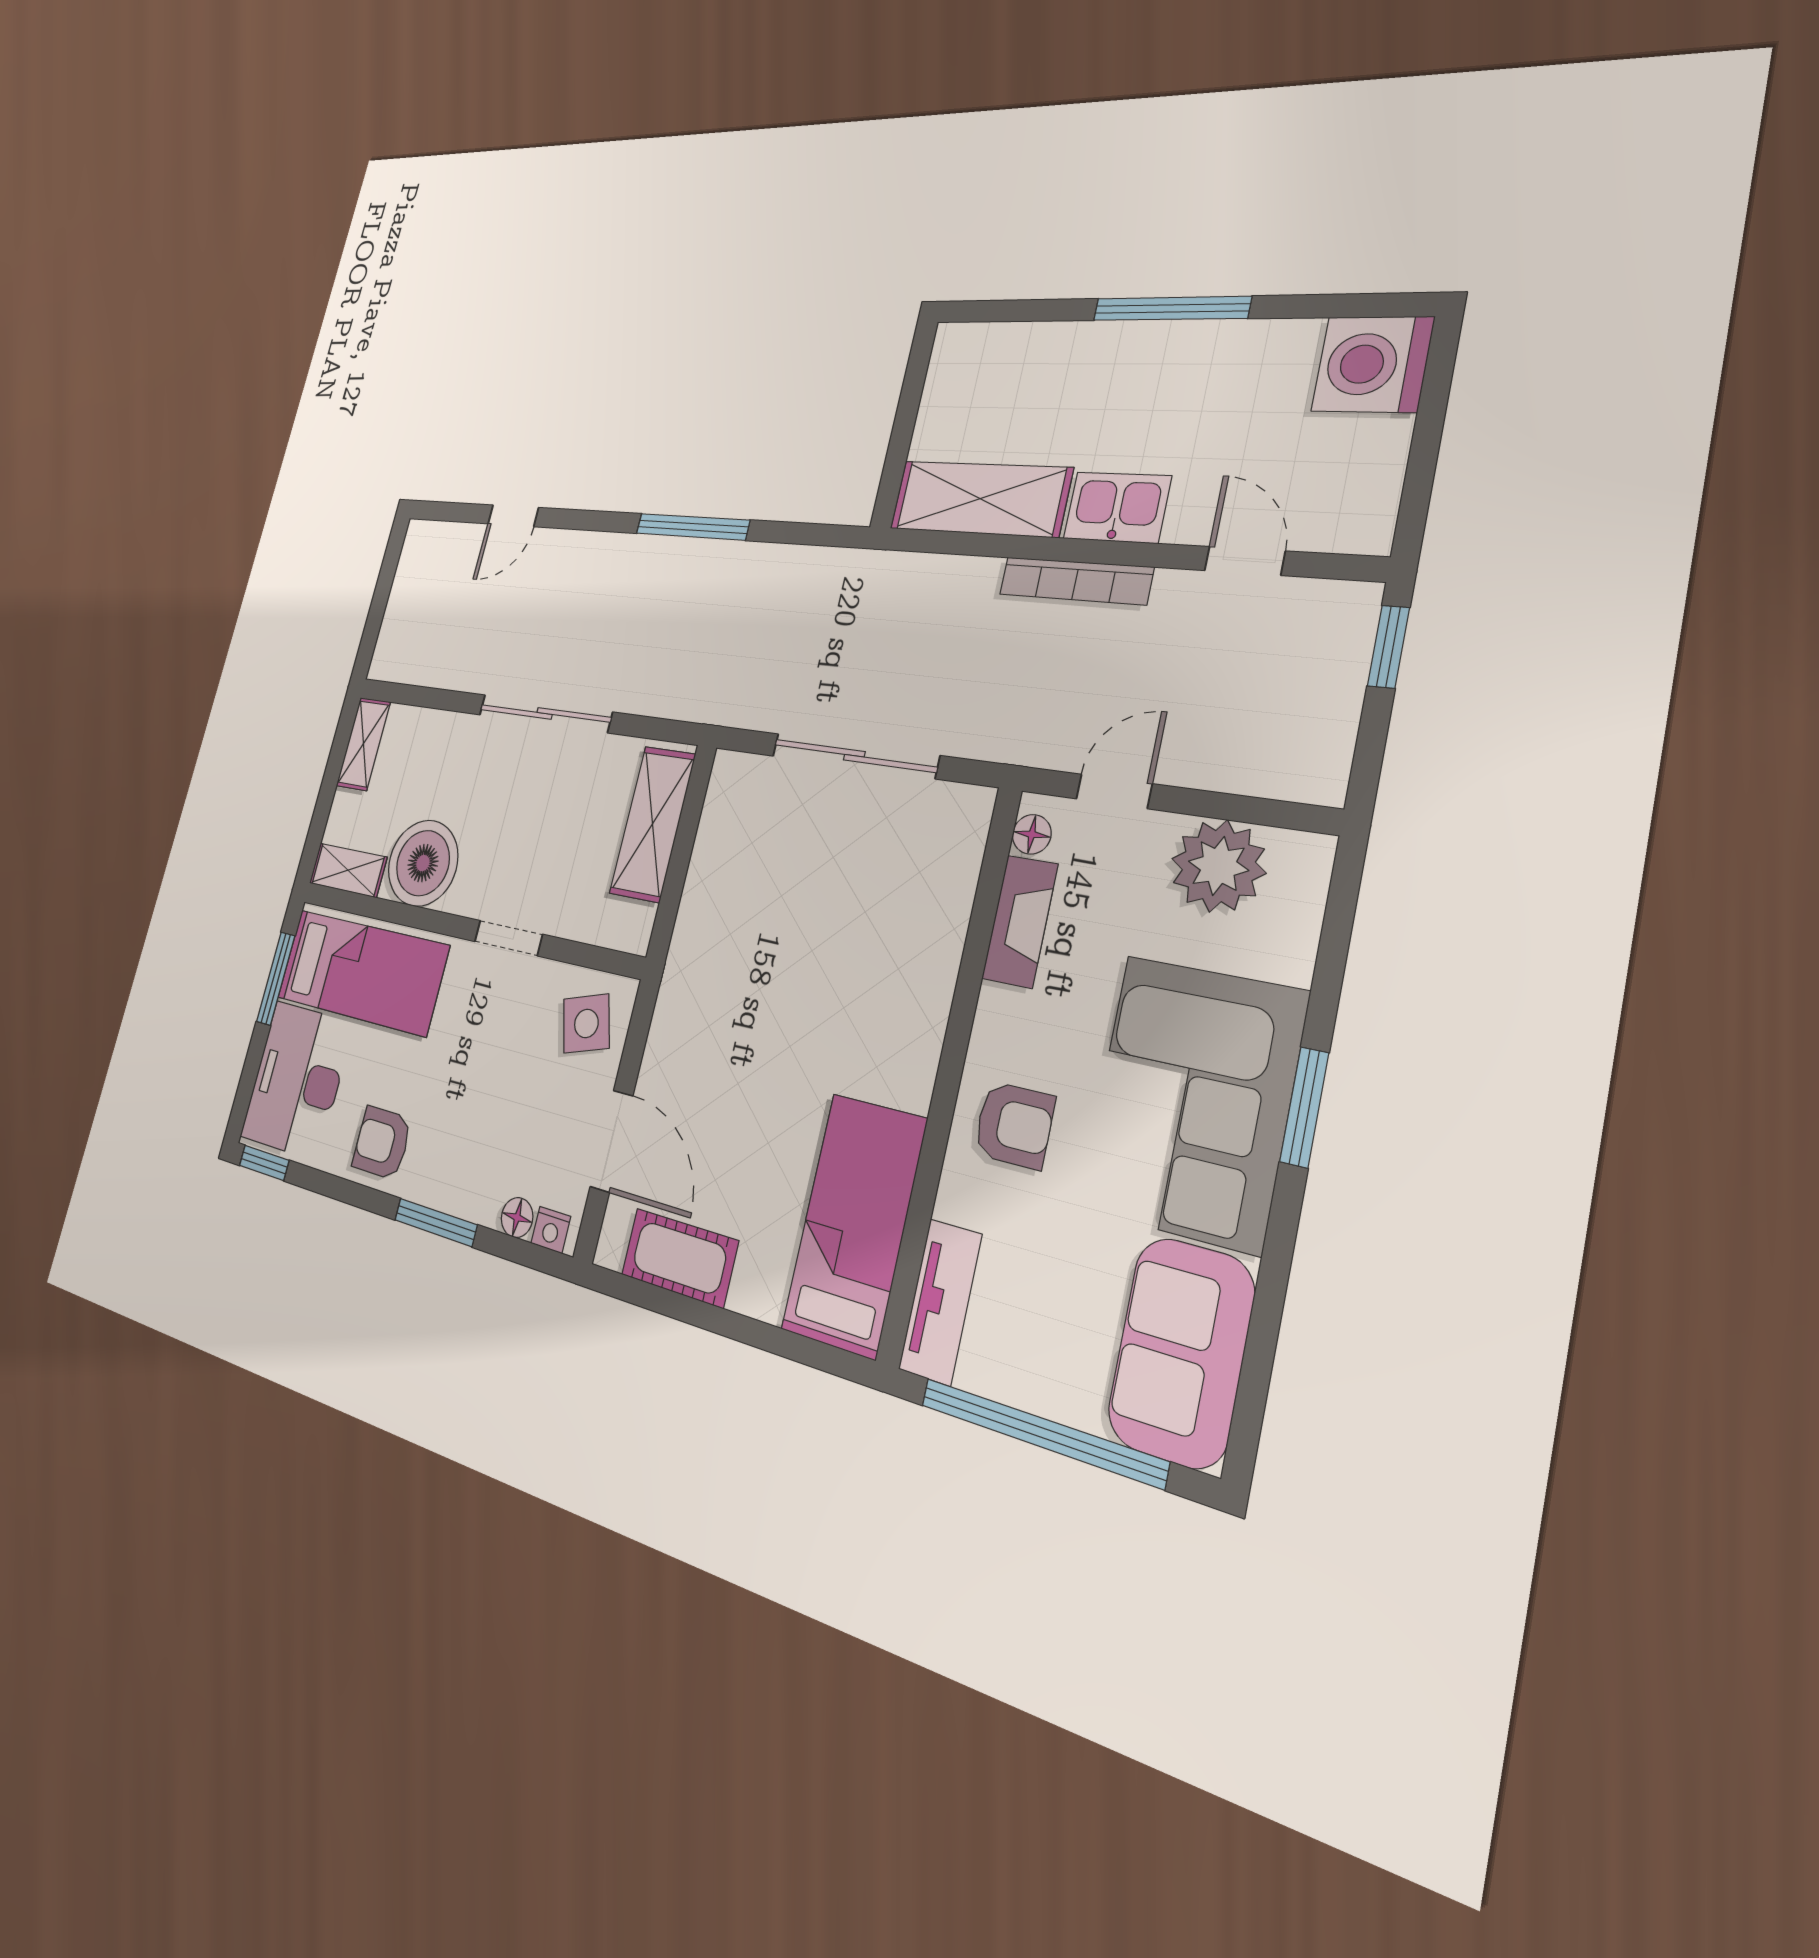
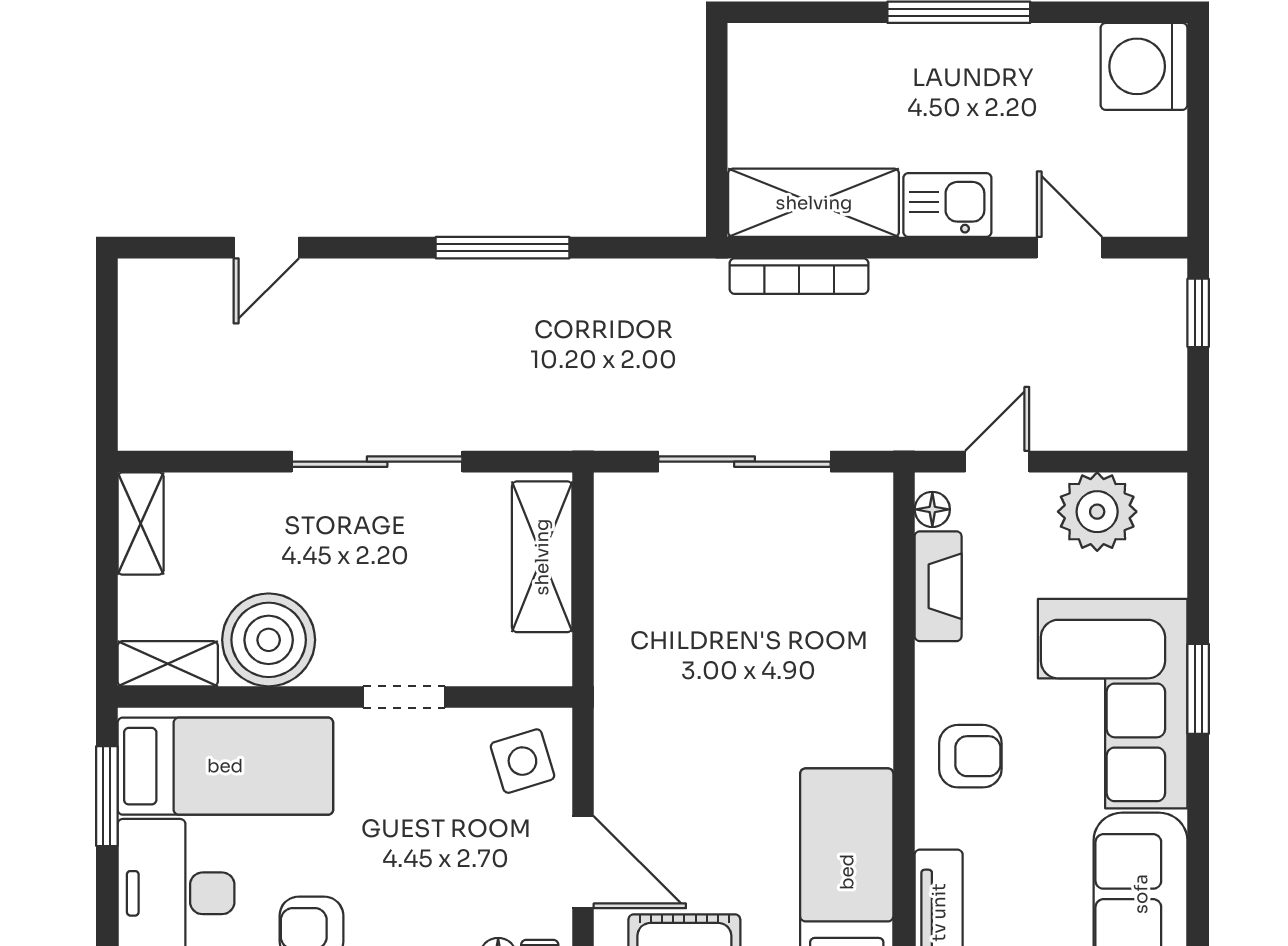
bookcase: (1076, 581) -> (799, 276), moved

